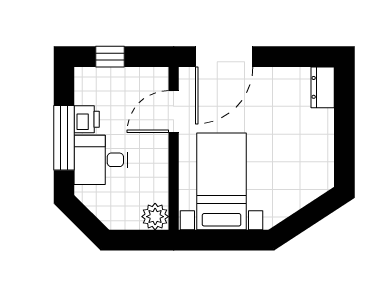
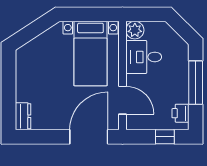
door: (174, 112) -> (122, 100), hinge flipped
printer: (87, 119) -> (180, 113), moved
desk: (101, 160) -> (144, 57), moved, turned 180

